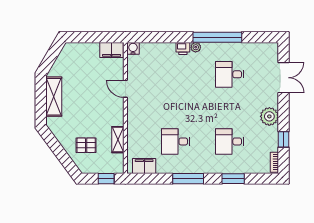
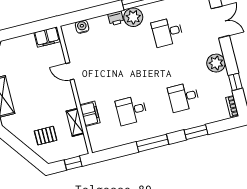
plant: (196, 47) -> (133, 17), width x1.88, depth x1.88
water cooler: (133, 48) -> (82, 27), moved
filing cabinet: (144, 166) -> (90, 114), moved, turned 90

